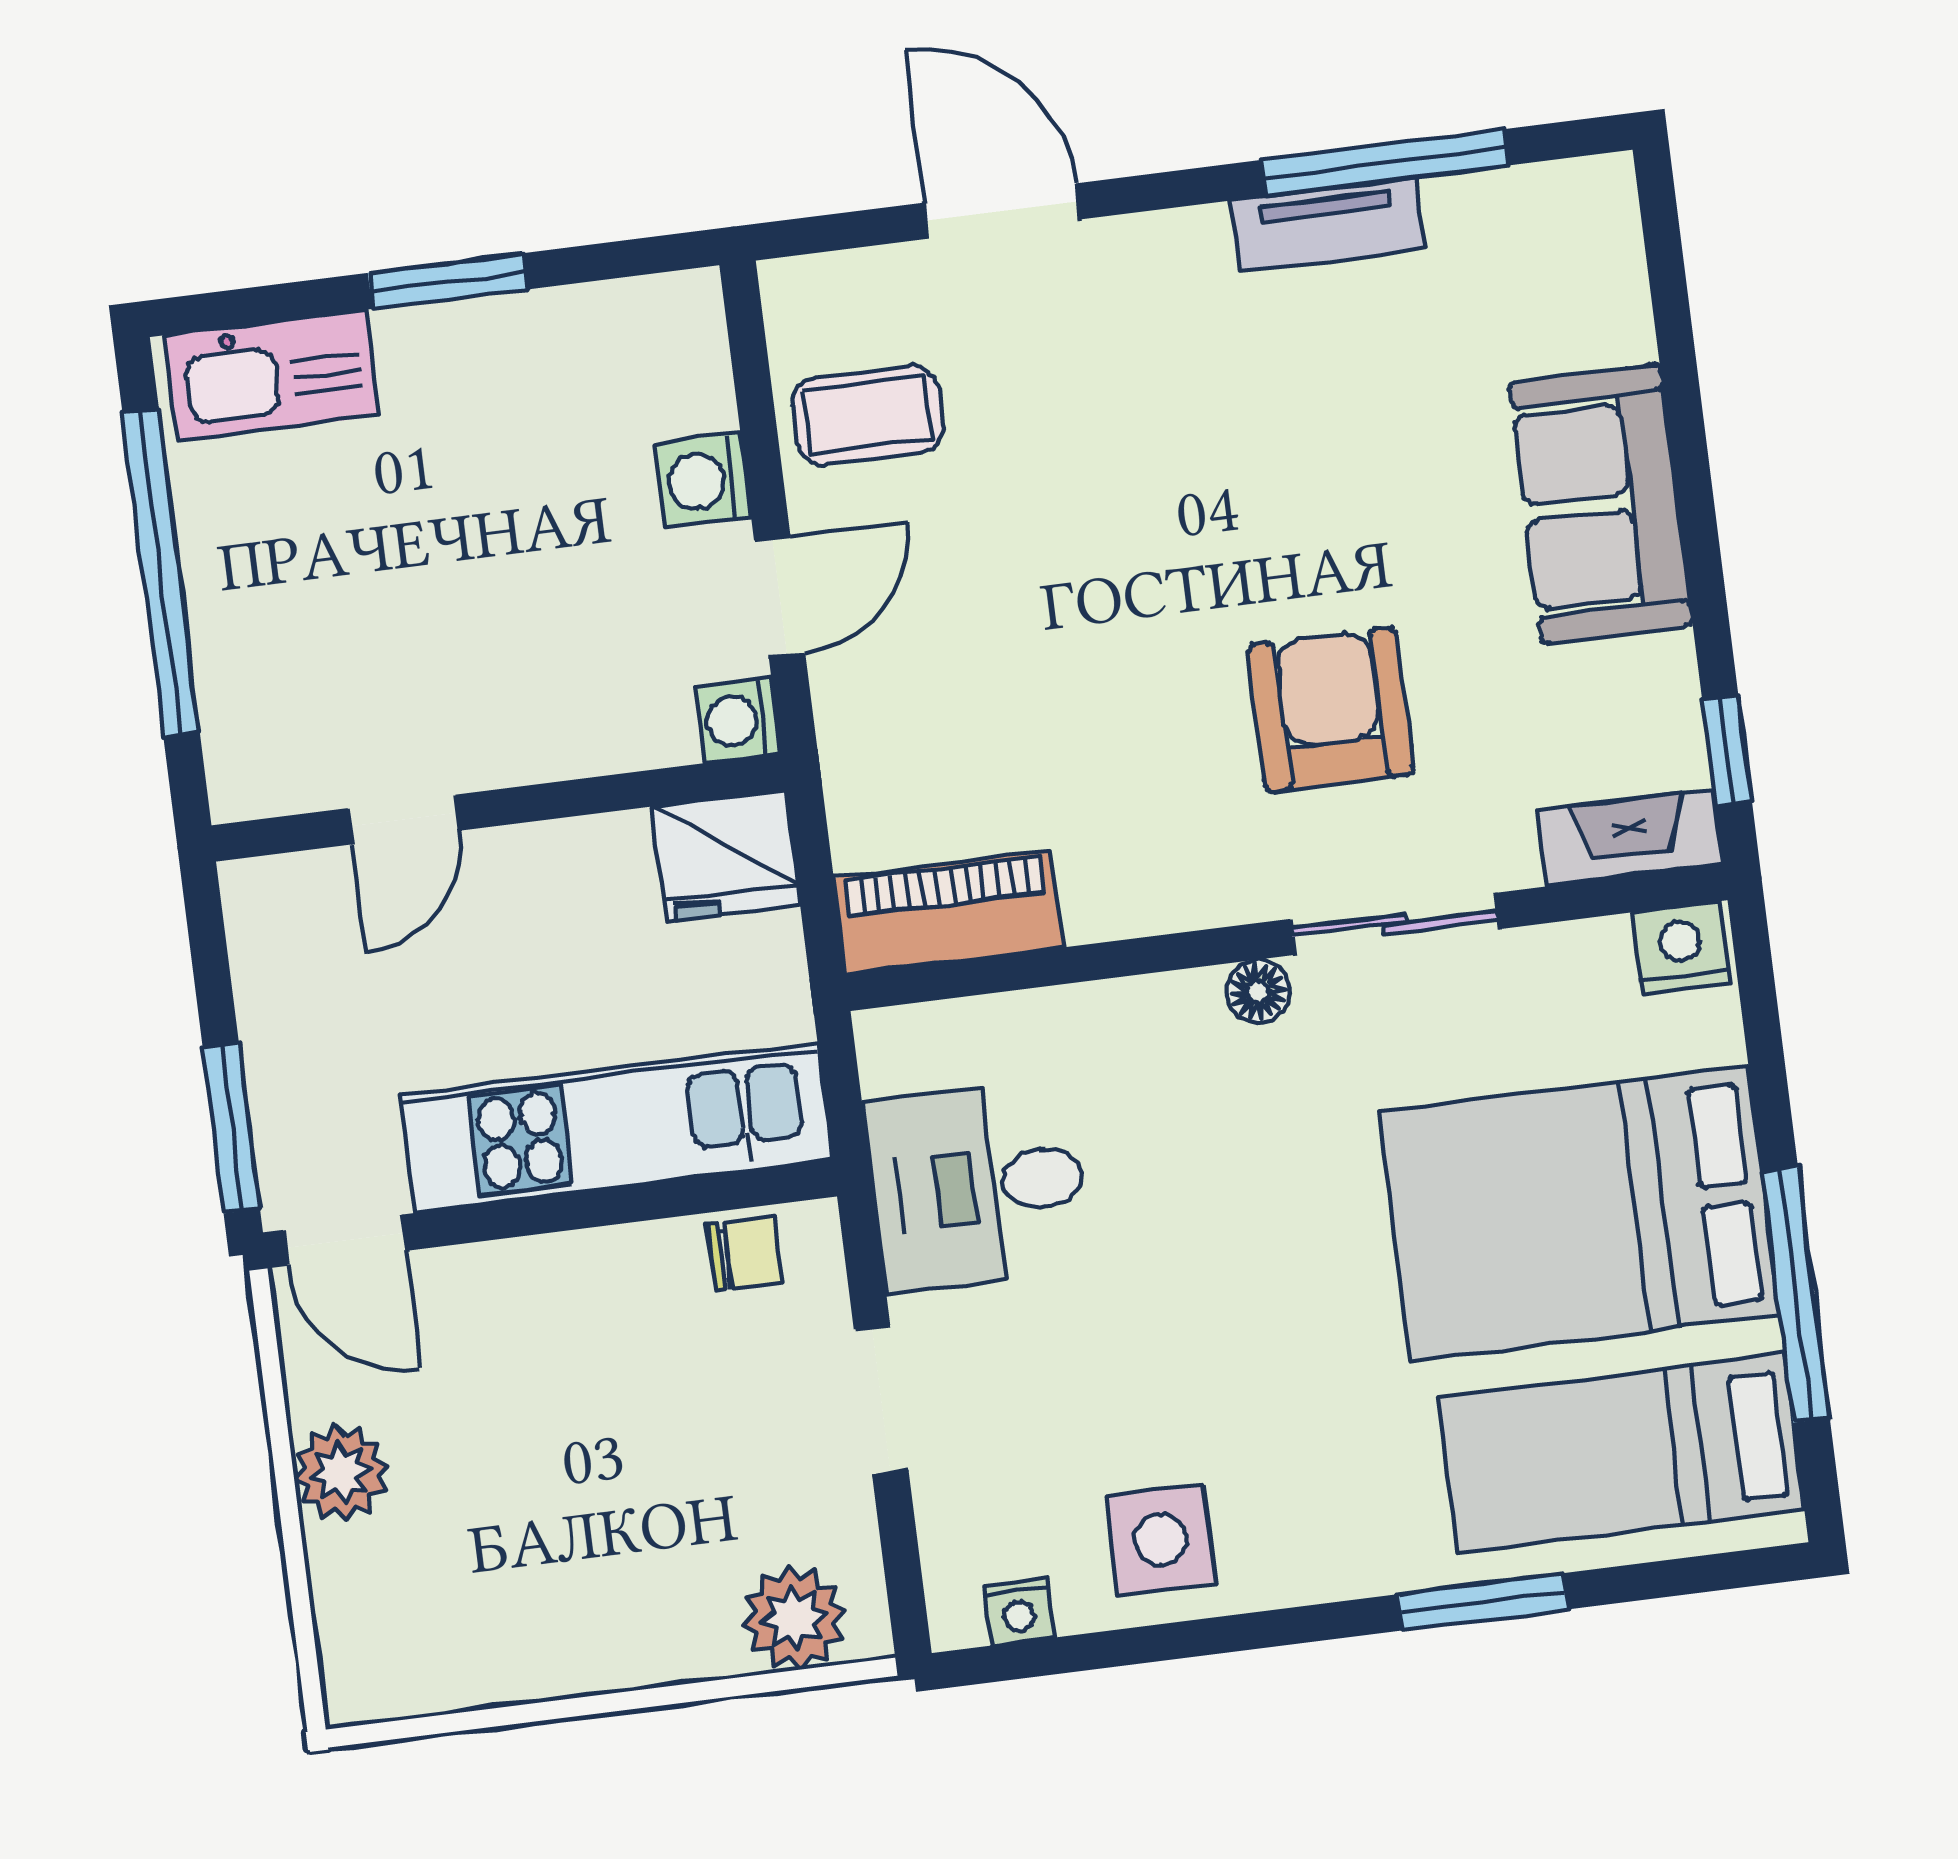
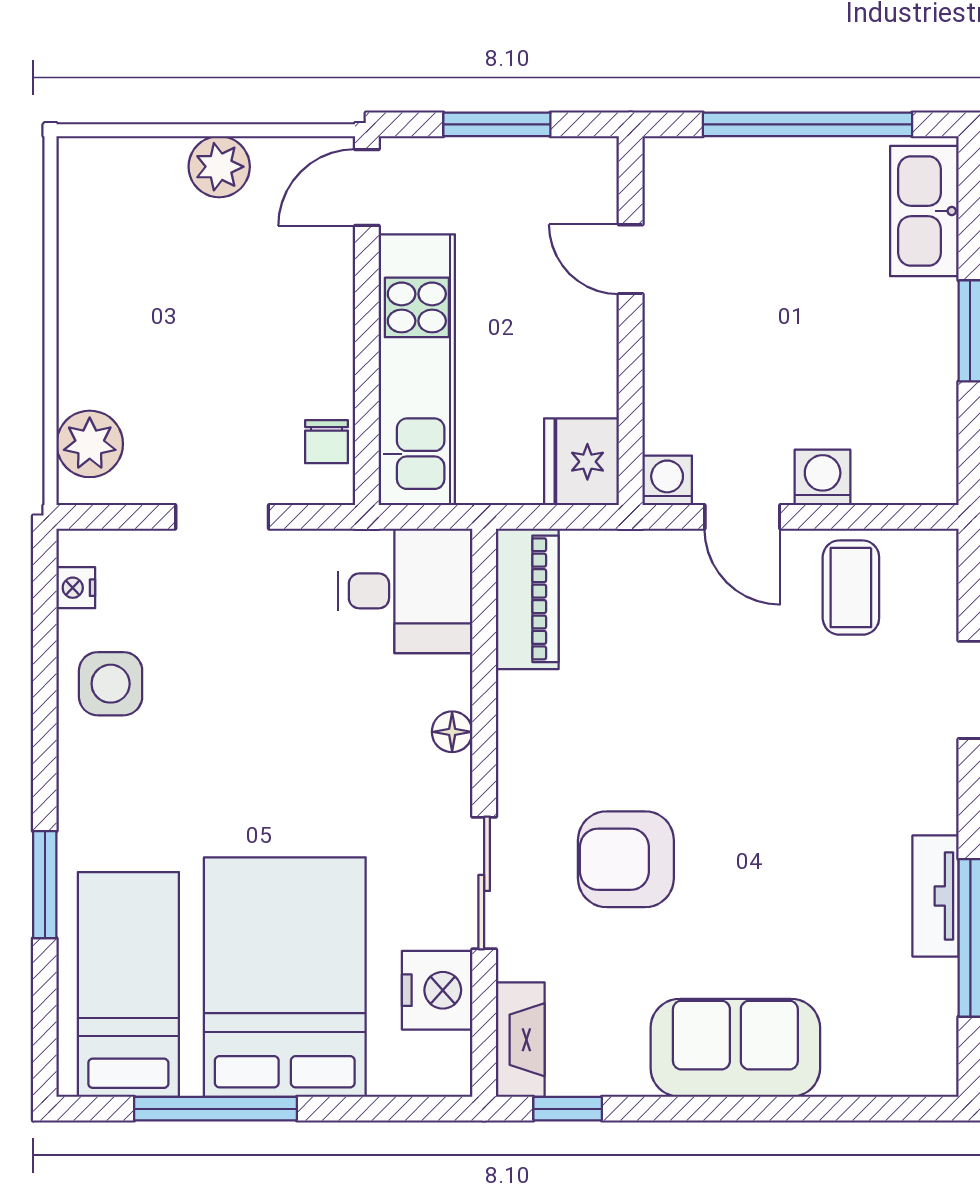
armchair: (1331, 710) -> (626, 859), turned 180
nightstand: (1681, 948) -> (437, 990), moved, width x1.36, depth x1.33
floor lamp: (1258, 991) -> (452, 732), moved
window: (231, 1128) -> (497, 124), moved
desk: (978, 1186) -> (405, 591), moved, turned 90

